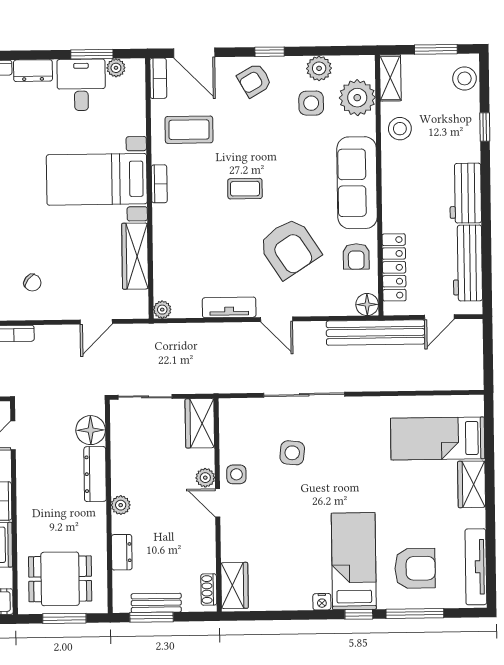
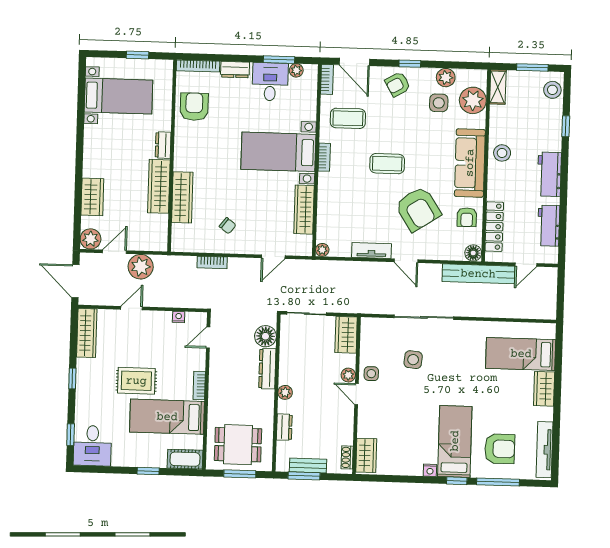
stool: (400, 129) -> (502, 153), moved
coffee table: (245, 189) -> (387, 164), width x1.36, depth x1.30
workbench: (468, 263) -> (549, 226), width x0.73

